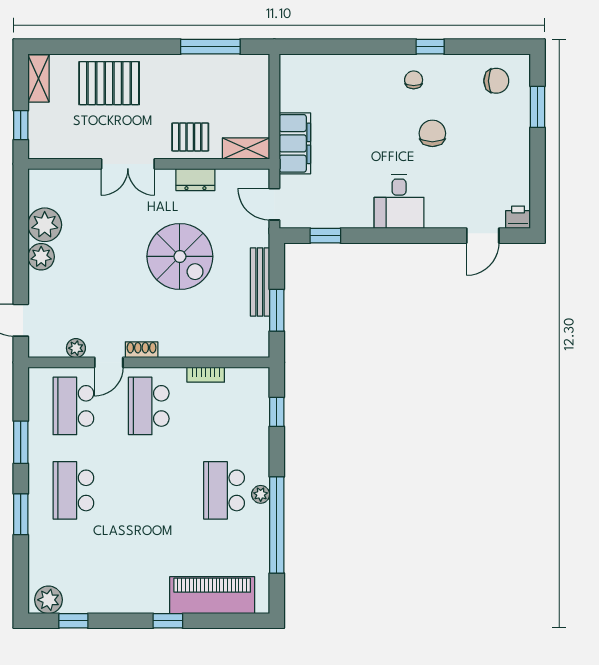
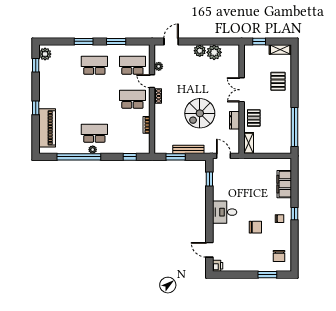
window: (210, 47) -> (295, 127), width x1.46
window: (430, 47) -> (295, 214), moved
pallet: (109, 83) -> (278, 81), width x0.67, depth x0.71
filing cabinet: (295, 143) -> (284, 184), moved, turned 90
door: (274, 204) -> (223, 156), hinge flipped

